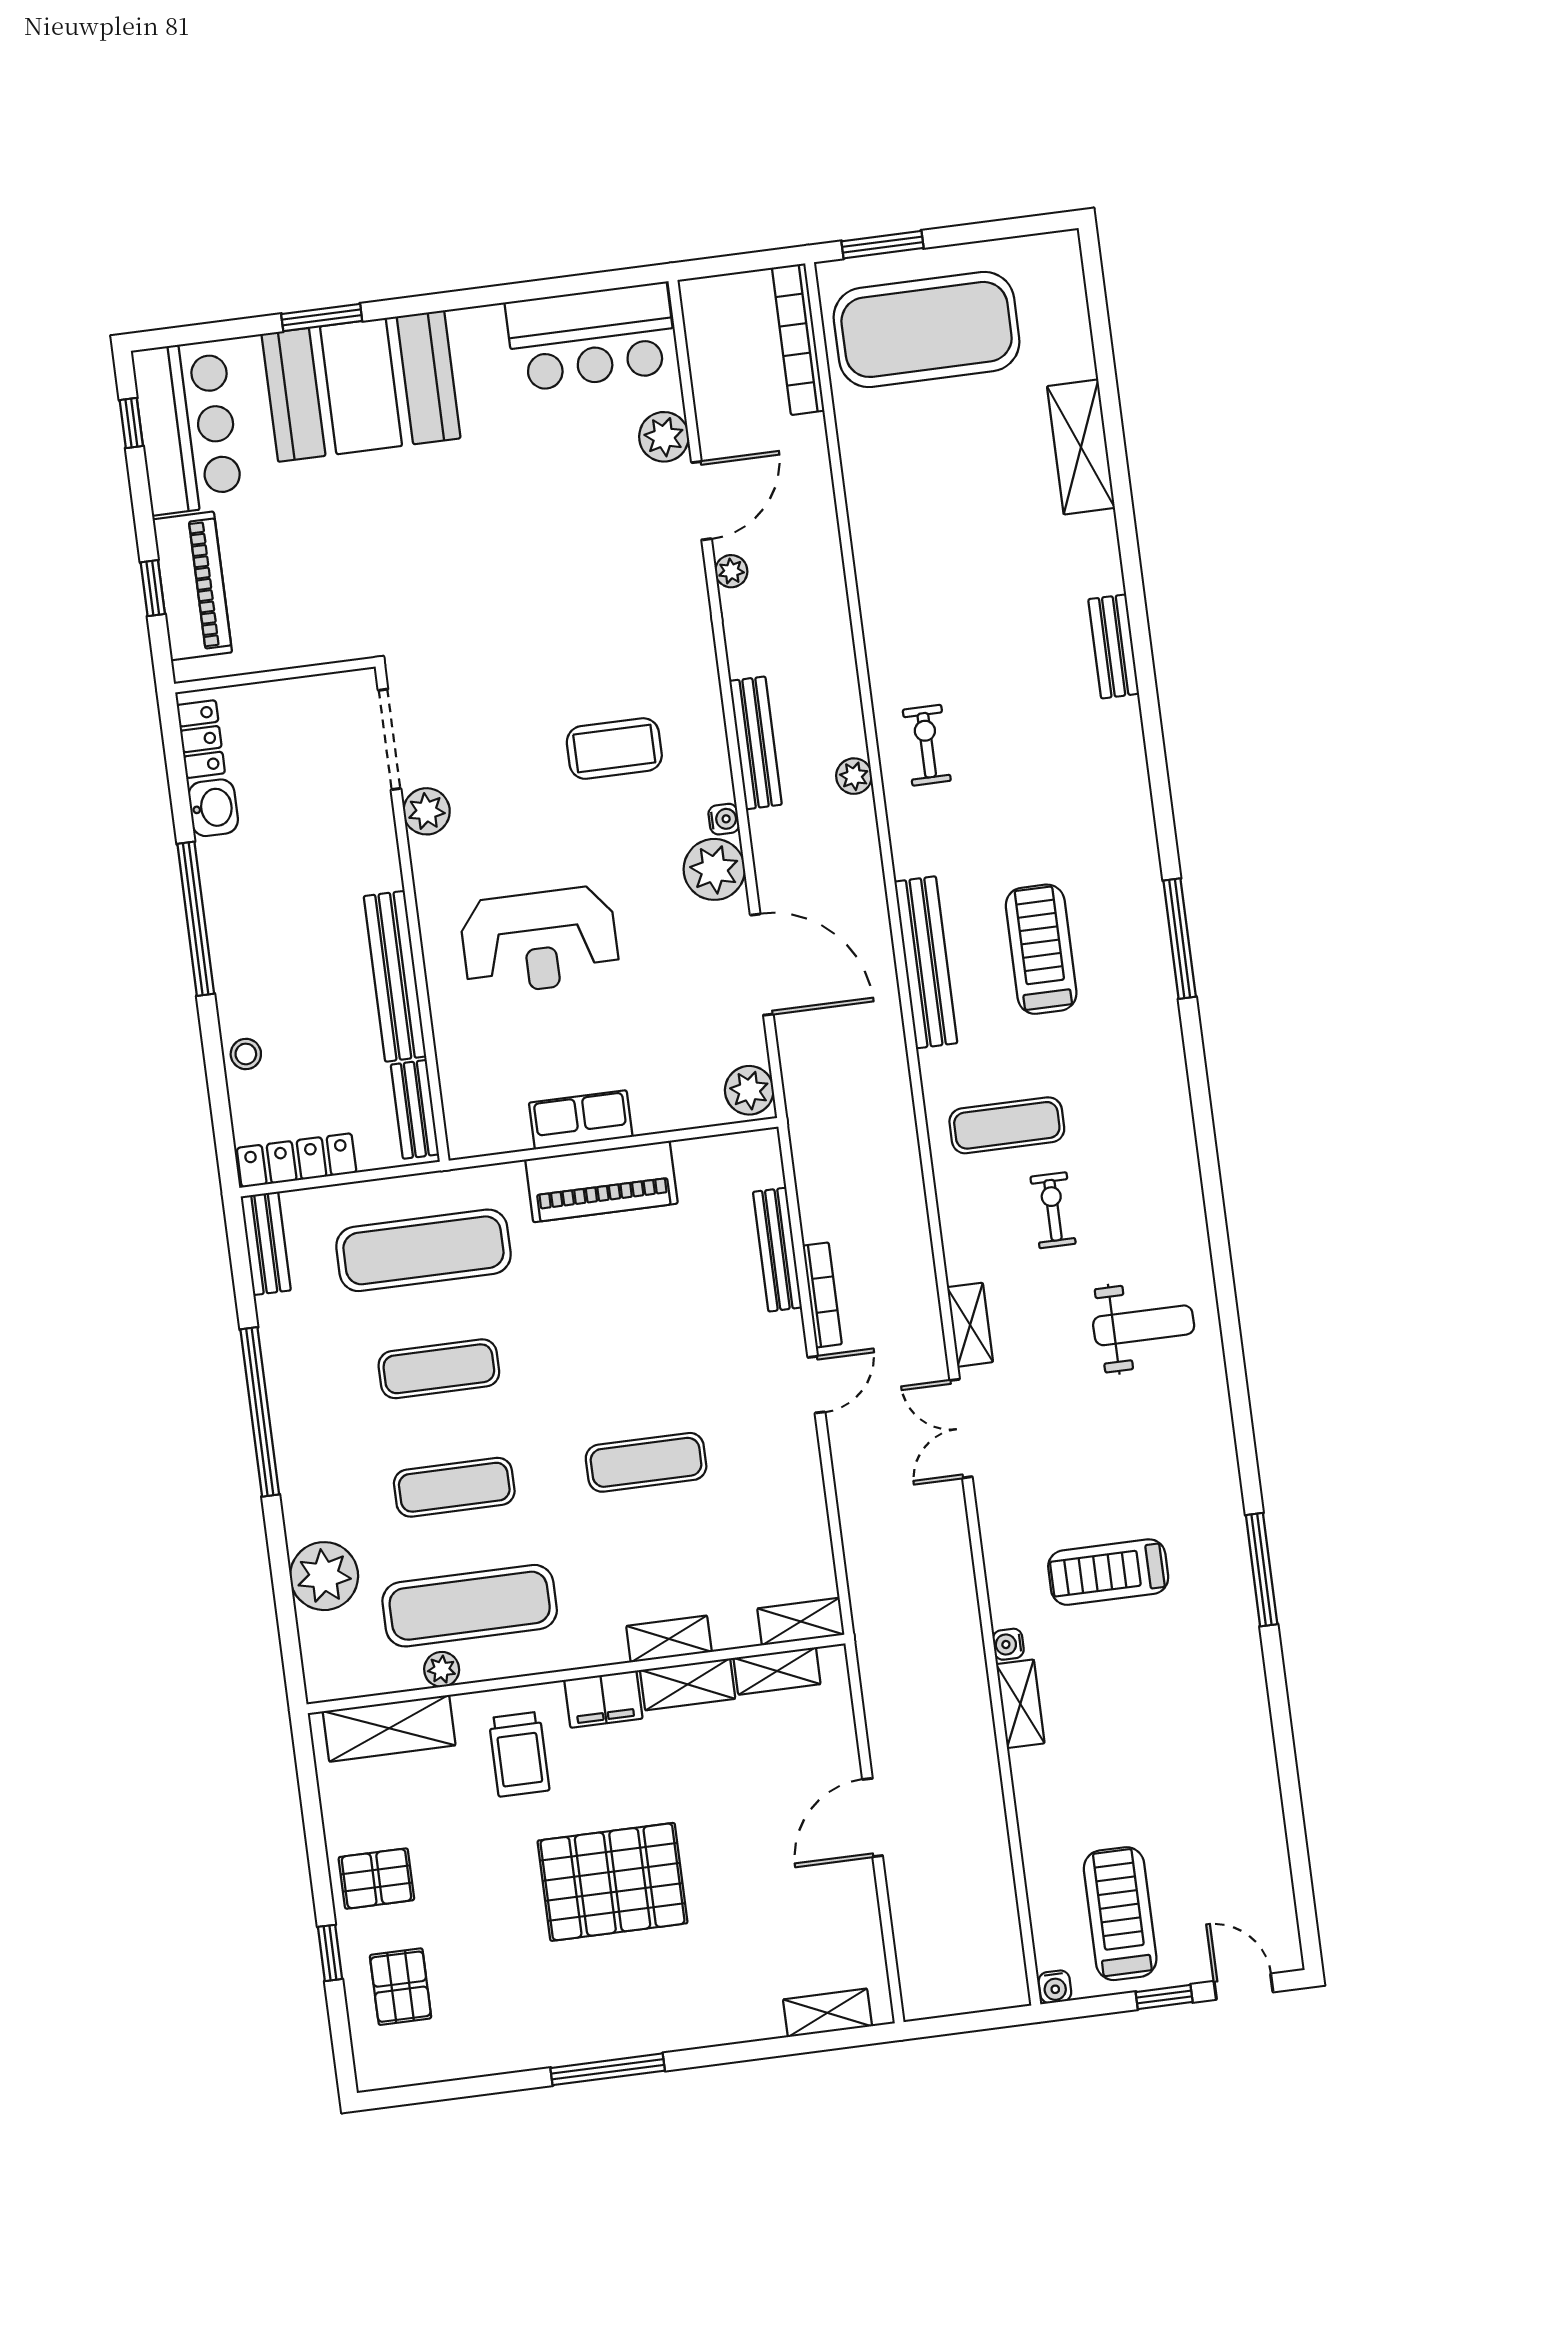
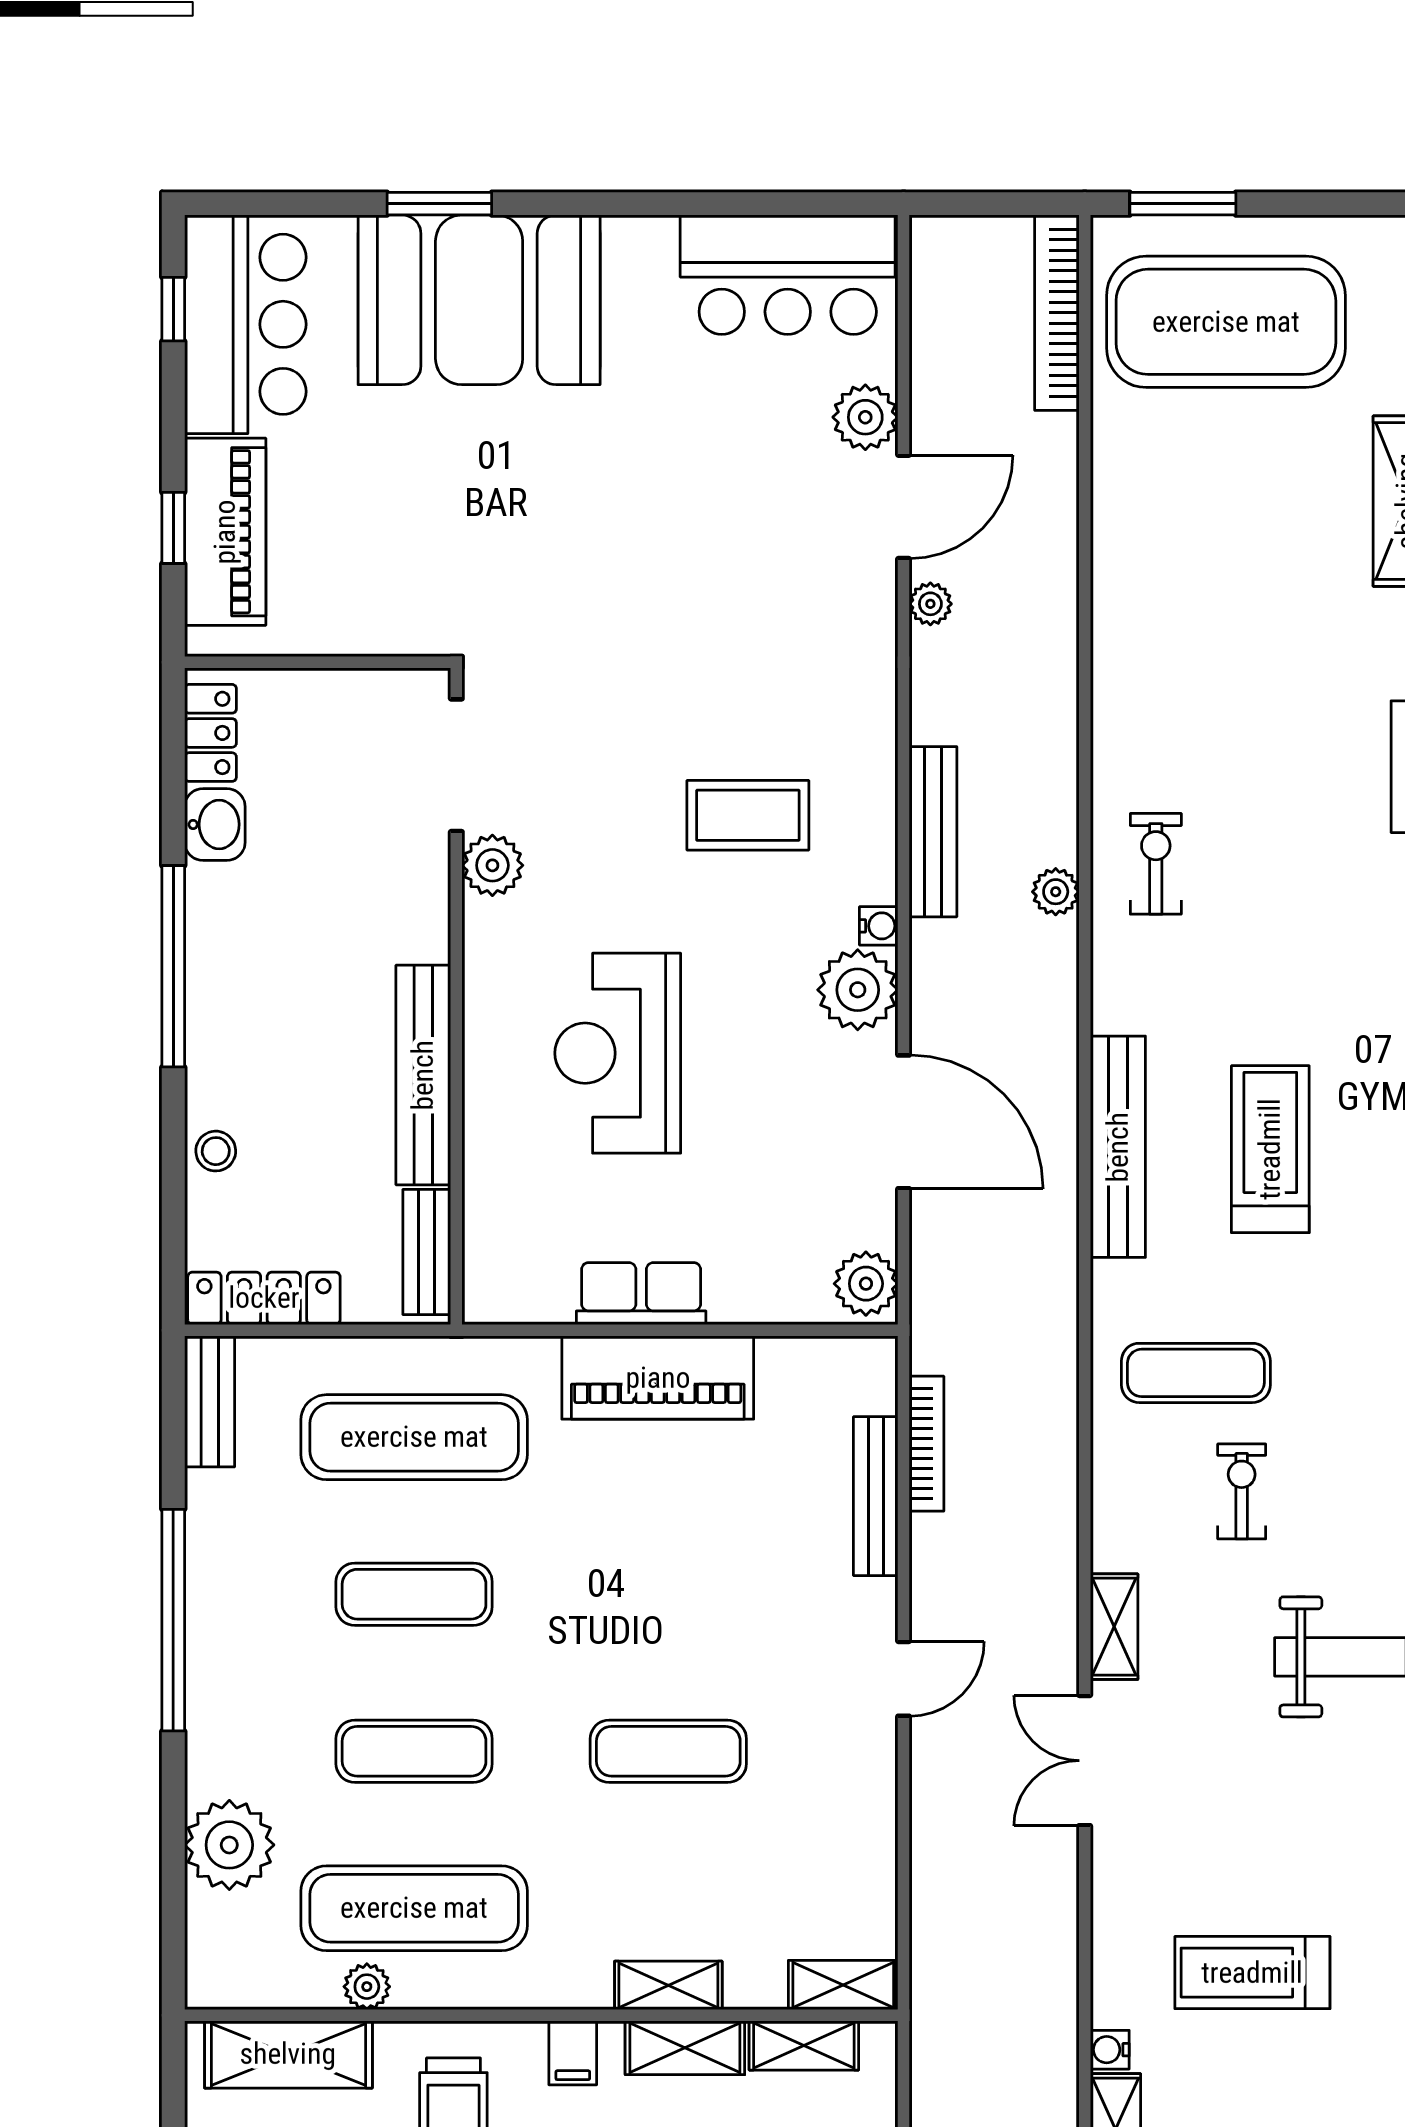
reception desk: (539, 941) -> (618, 1053), turned 90
bookcase: (822, 1295) -> (926, 1444), moved
filing cabinet: (603, 1699) -> (573, 2053), width x0.50

